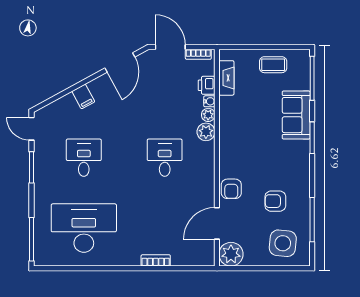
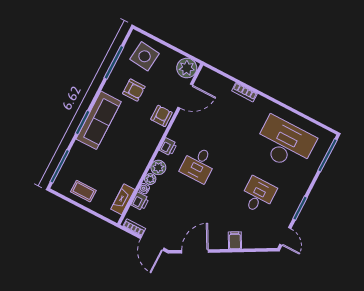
sofa: (296, 115) -> (99, 120), moved, width x1.36
desk: (84, 158) -> (258, 195), turned 180
printer: (207, 159) -> (168, 147), added
desk: (84, 228) -> (285, 143), turned 180

